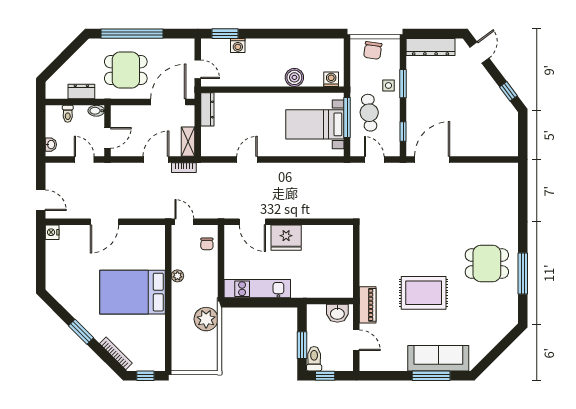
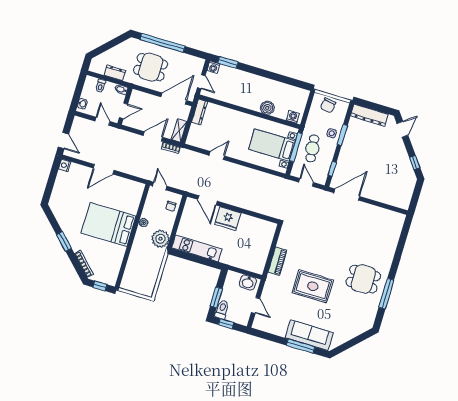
washing machine: (238, 45) -> (213, 67), moved
piano: (368, 305) -> (277, 261), moved
plant: (206, 319) -> (161, 239), moved

